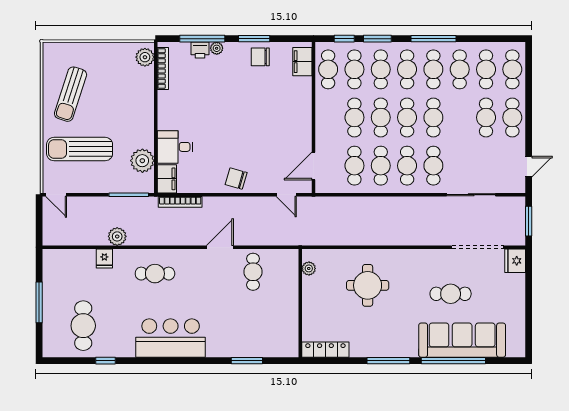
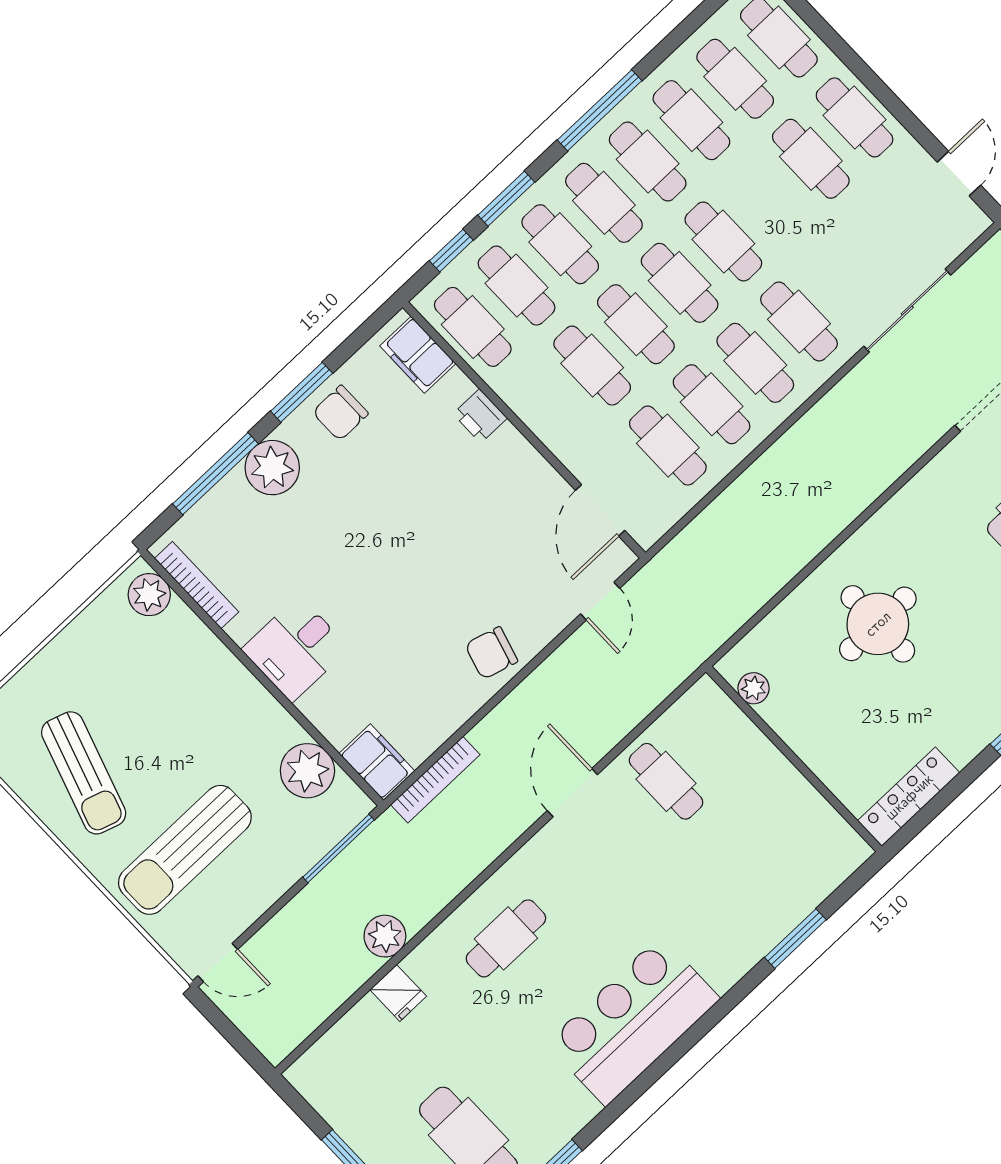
plant: (217, 48) -> (272, 468), width x1.87, depth x1.87
printer: (200, 50) -> (480, 416), moved, turned 90
desk: (175, 147) -> (295, 649), moved
door: (286, 195) -> (600, 601), hinge flipped

